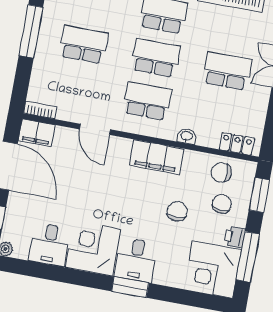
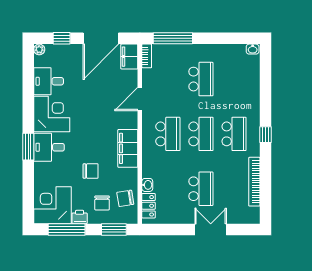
window: (31, 31) -> (173, 38), moved
washbasin: (187, 136) -> (147, 185), moved
chair: (221, 172) -> (125, 198), turned -99
chair: (222, 204) -> (102, 203), turned 82

